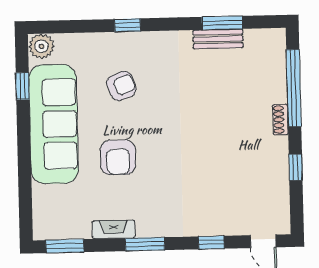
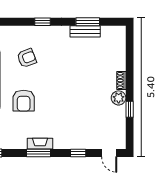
window: (127, 25) -> (42, 22), moved
window: (294, 88) -> (130, 62), removed
plant: (277, 149) -> (119, 98), added
fireplace: (114, 229) -> (40, 144), moved

